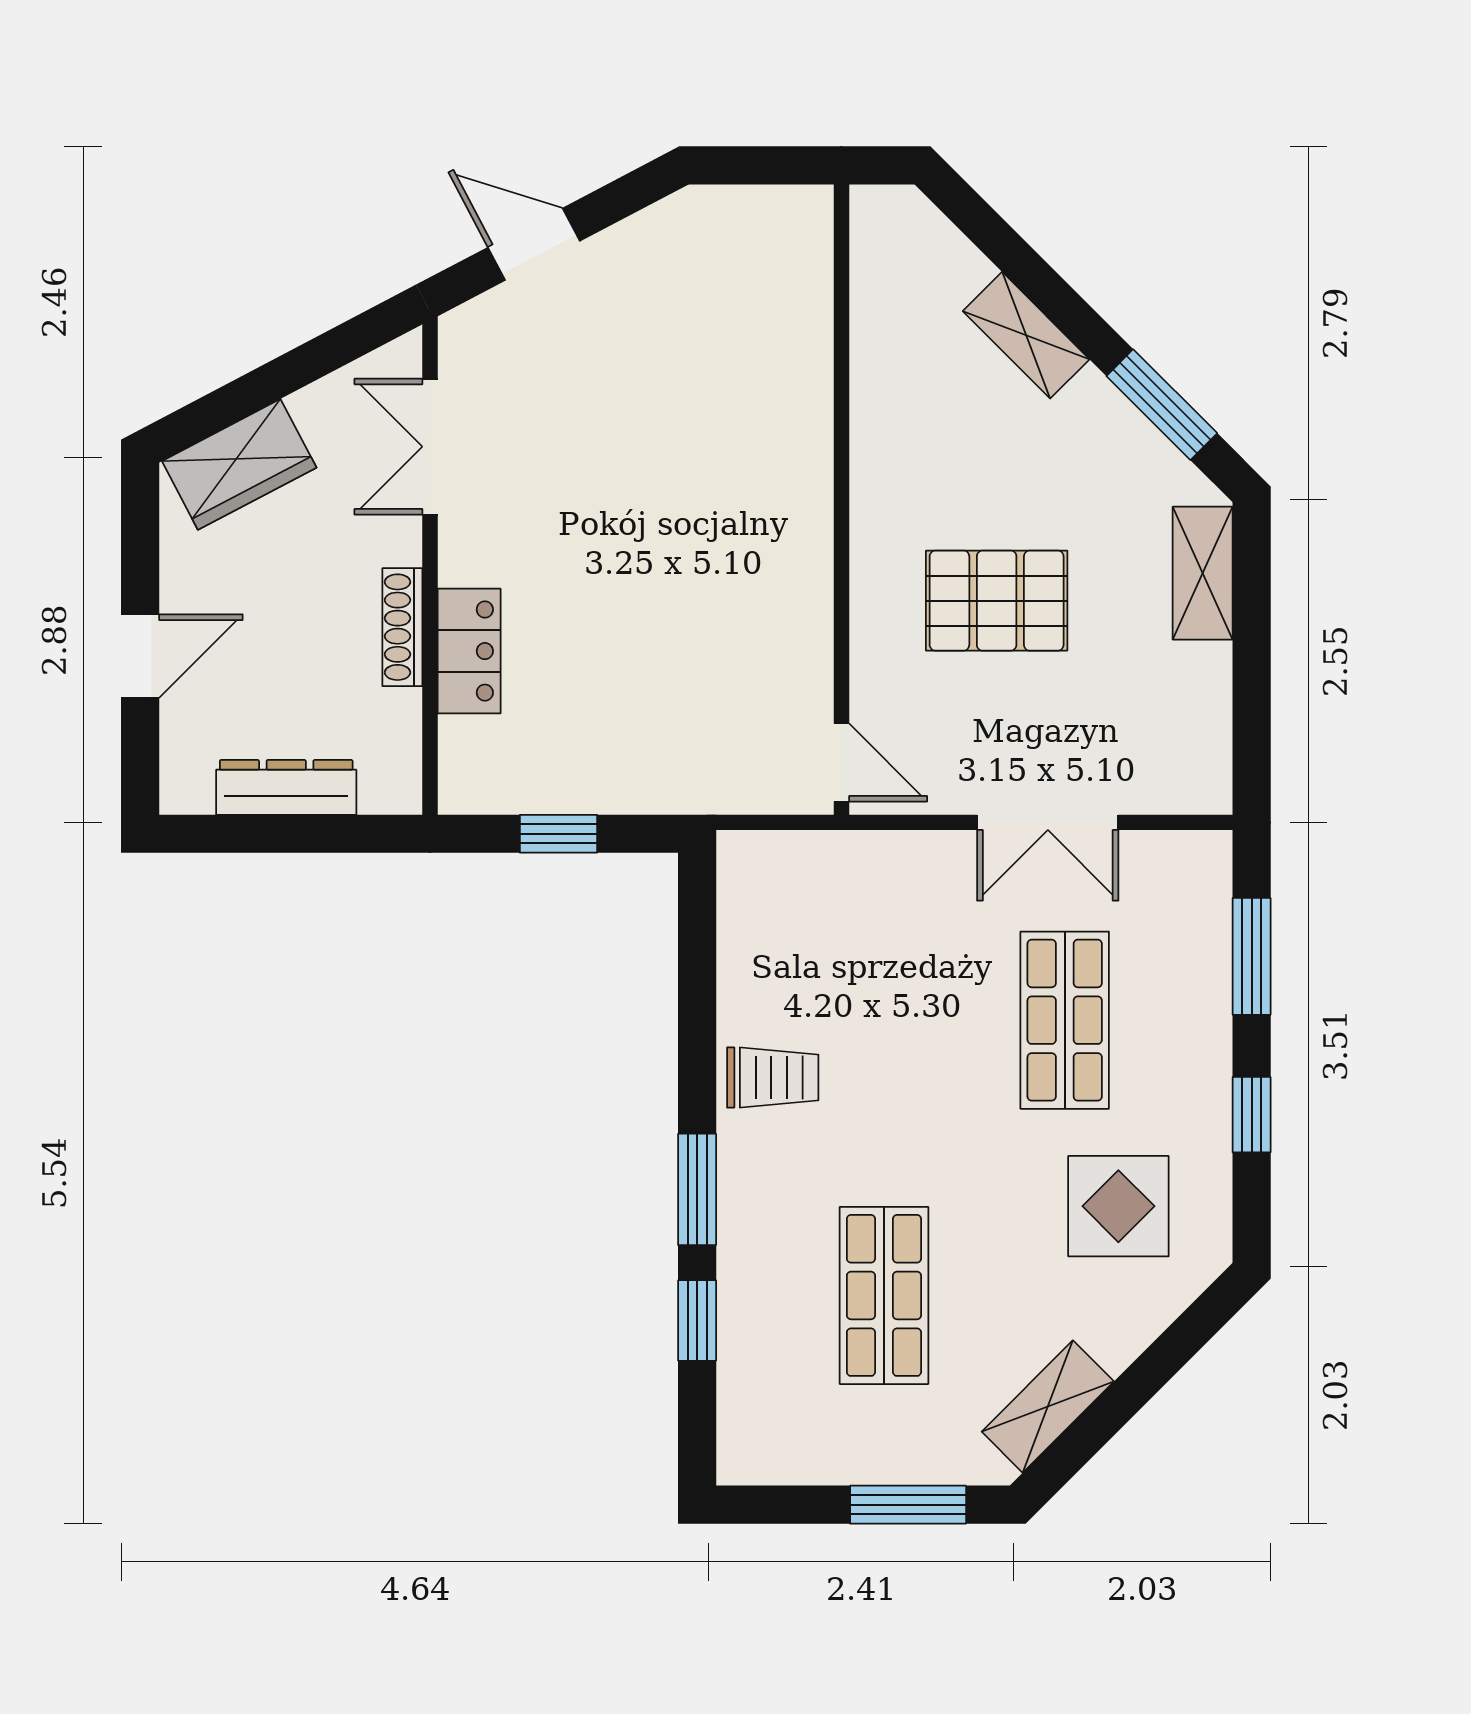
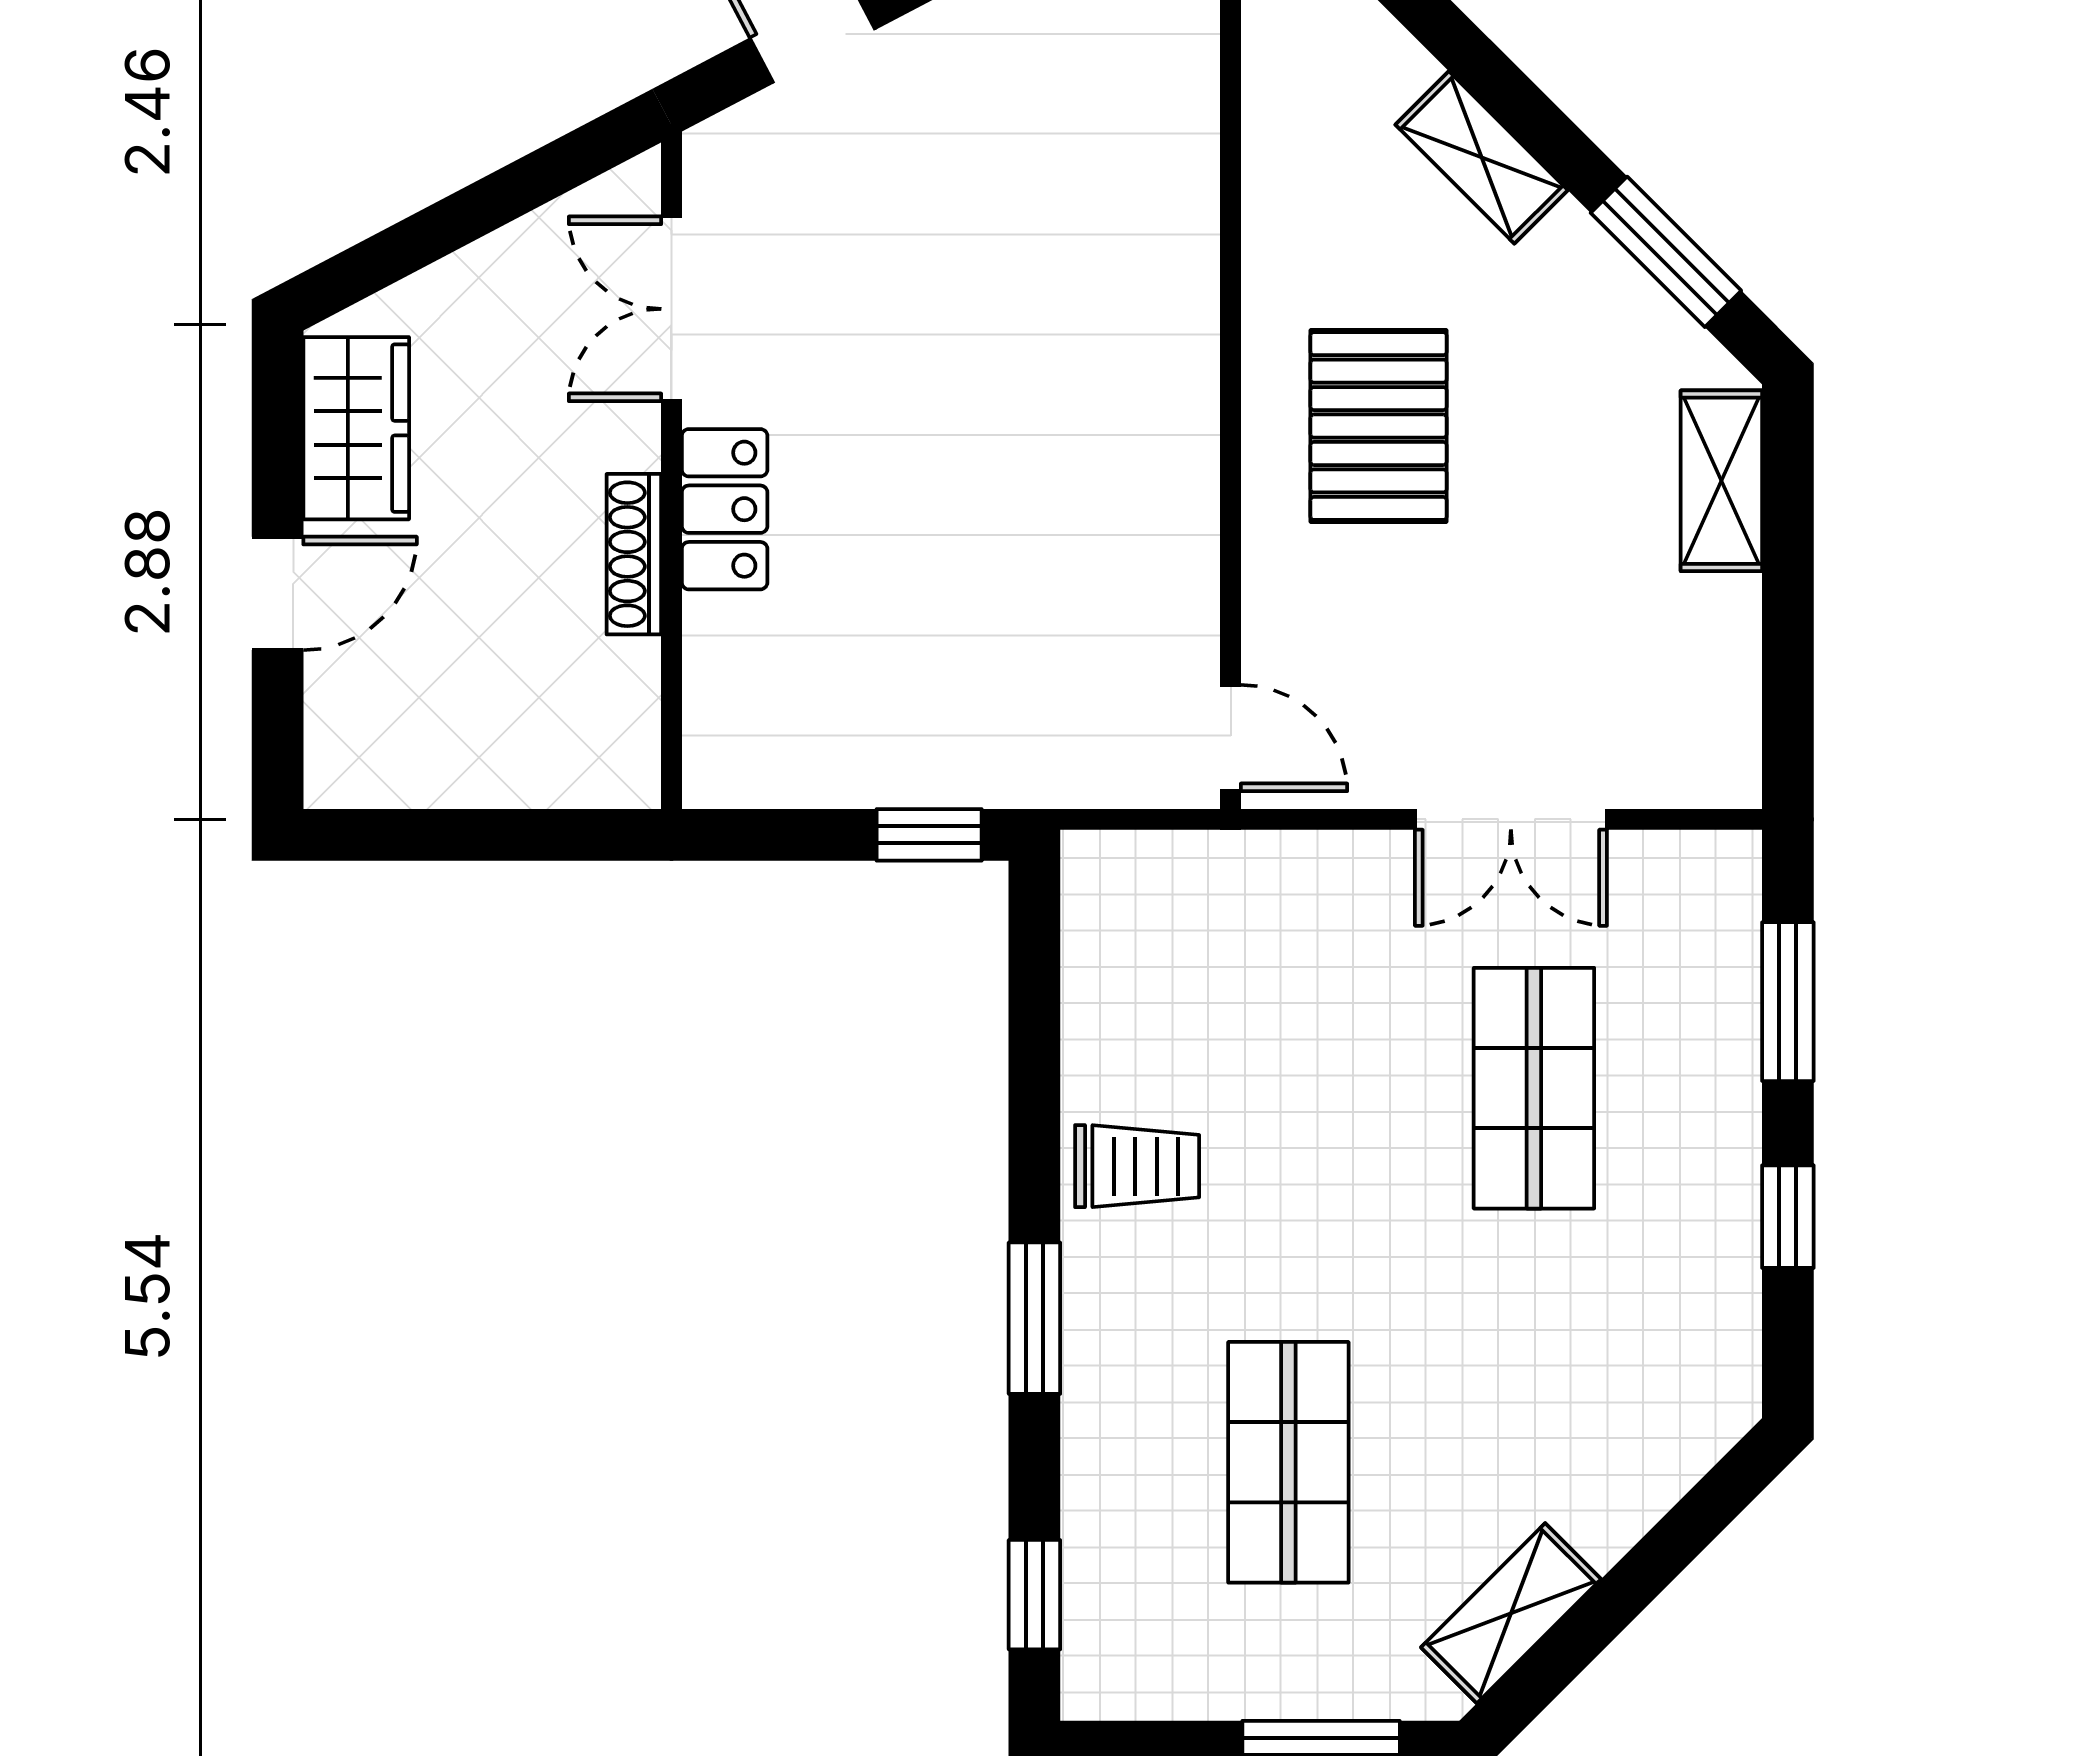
wardrobe: (239, 464) -> (356, 428), moved, turned -62
pallet: (997, 601) -> (1379, 426), moved, turned 90
locker: (469, 651) -> (725, 509), moved
dresser: (286, 787) -> (476, 772), removed
window: (559, 834) -> (929, 835), moved
display table: (1118, 1206) -> (1607, 1341), removed
window: (697, 1320) -> (1034, 1595), moved

